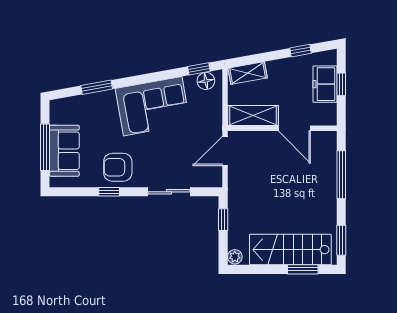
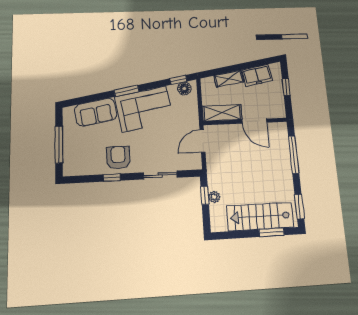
window: (301, 51) -> (254, 64), removed
shelving: (248, 73) -> (229, 79), moved
freezer: (325, 84) -> (257, 75), moved, turned -100
window: (97, 87) -> (126, 91), moved
sofa: (64, 151) -> (96, 112), moved, turned 80
armchair: (118, 167) -> (118, 158), turned 90
plant: (235, 257) -> (214, 197), moved

